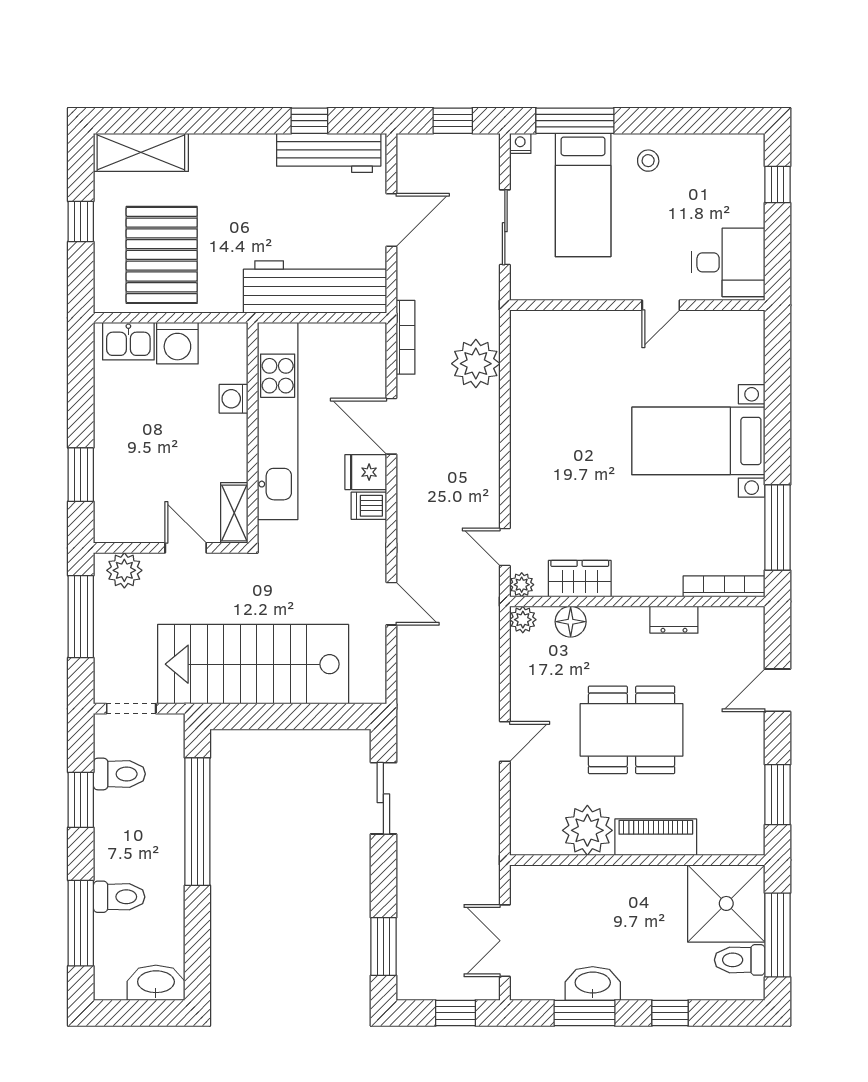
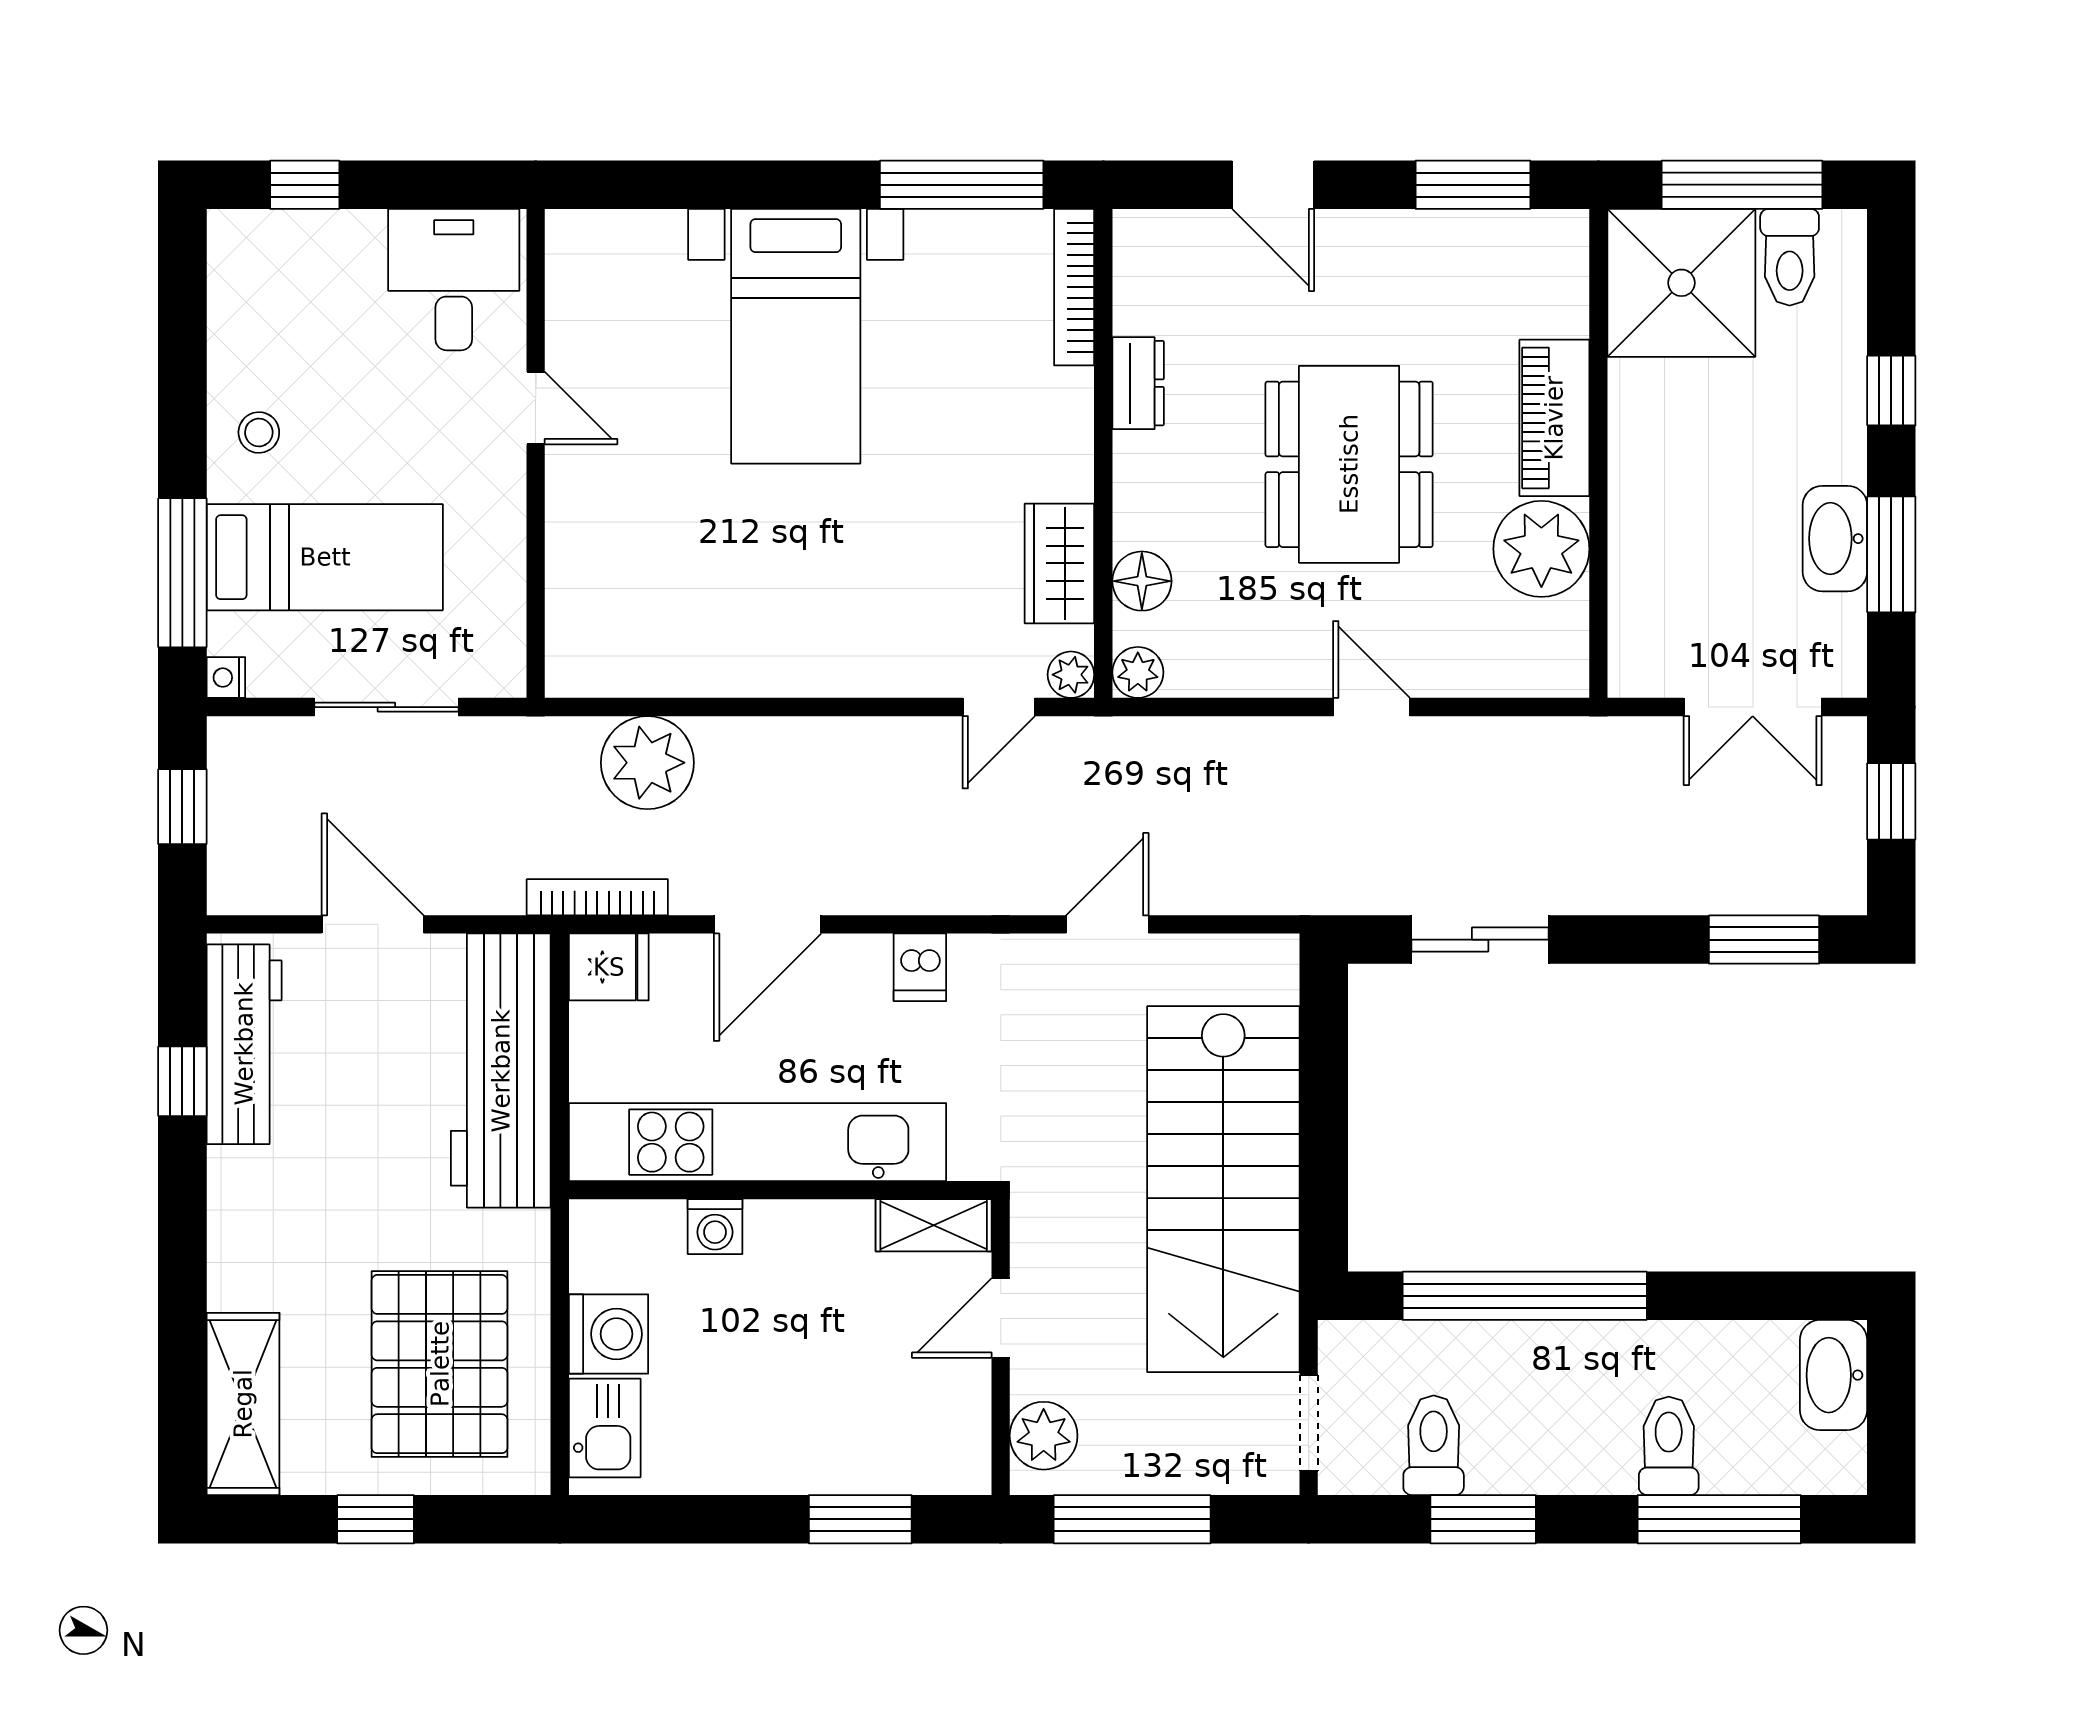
pallet: (162, 255) -> (440, 1364), turned 90
fridge: (366, 472) -> (609, 967), moved, turned -90

